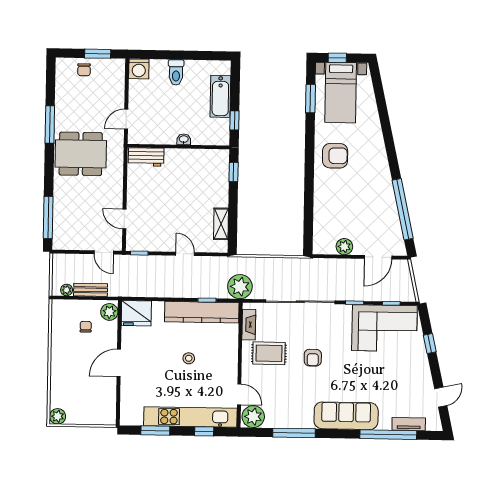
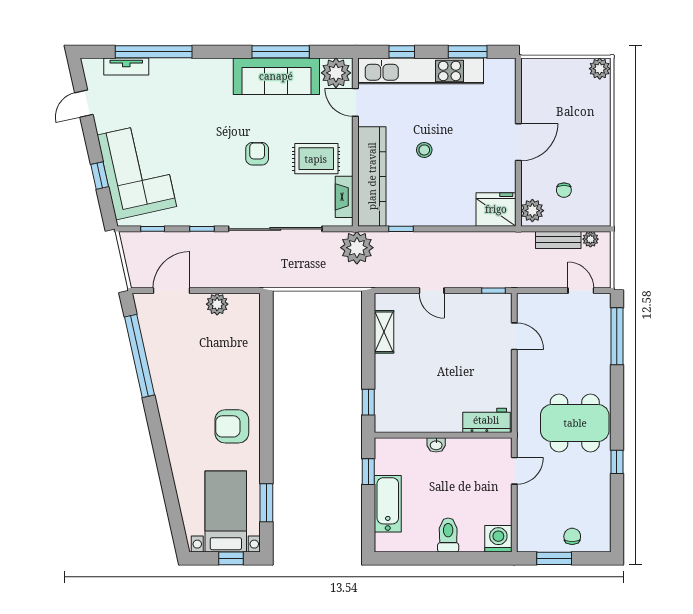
window: (50, 124) -> (617, 462), width x0.46
door: (104, 252) -> (581, 291), moved
kitchen counter: (202, 312) -> (372, 176), moved, turned 90
corner sofa: (384, 328) -> (137, 171), moved, turned 78
sofa: (346, 416) -> (276, 76), moved

